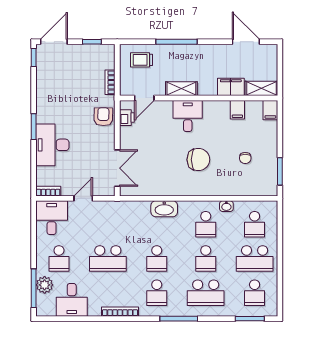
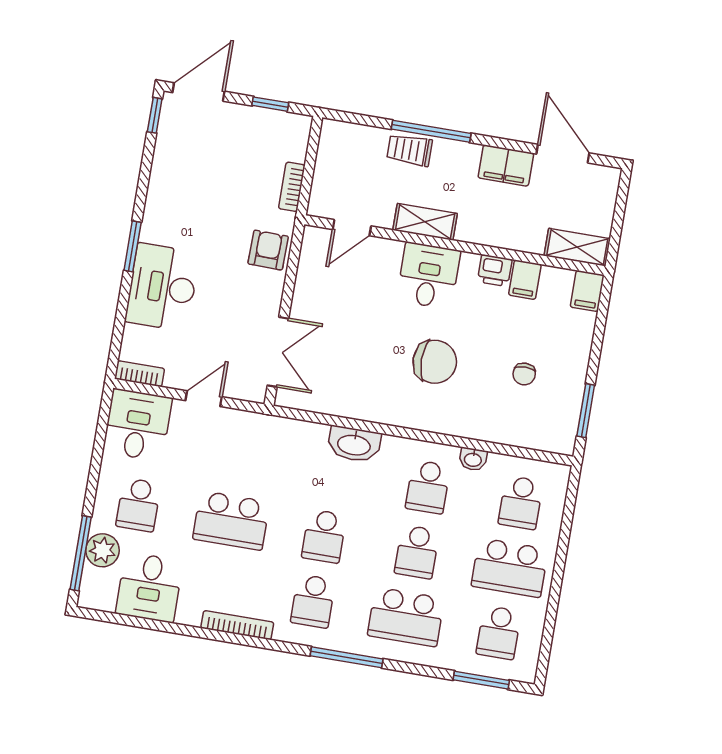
trolley: (142, 60) -> (409, 150), moved
filing cabinet: (231, 87) -> (506, 166), moved, turned 180
printer: (127, 118) -> (495, 271), moved, turned 90

